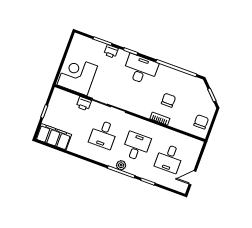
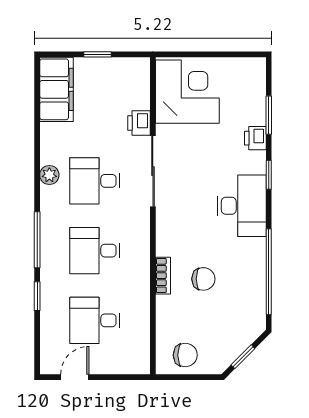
desk: (136, 146) -> (95, 251), turned 180
plant: (121, 165) -> (49, 175), moved
door: (192, 178) -> (75, 377), hinge flipped

